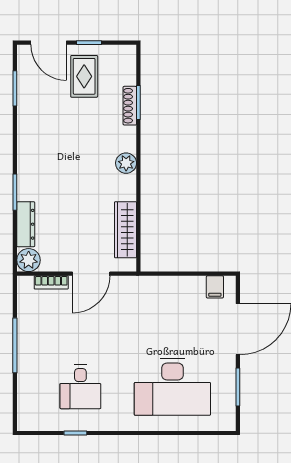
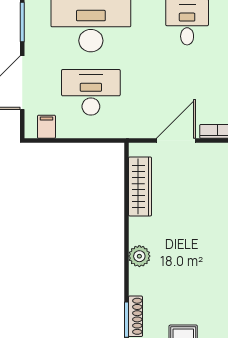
desk: (172, 320) -> (91, 92), added

